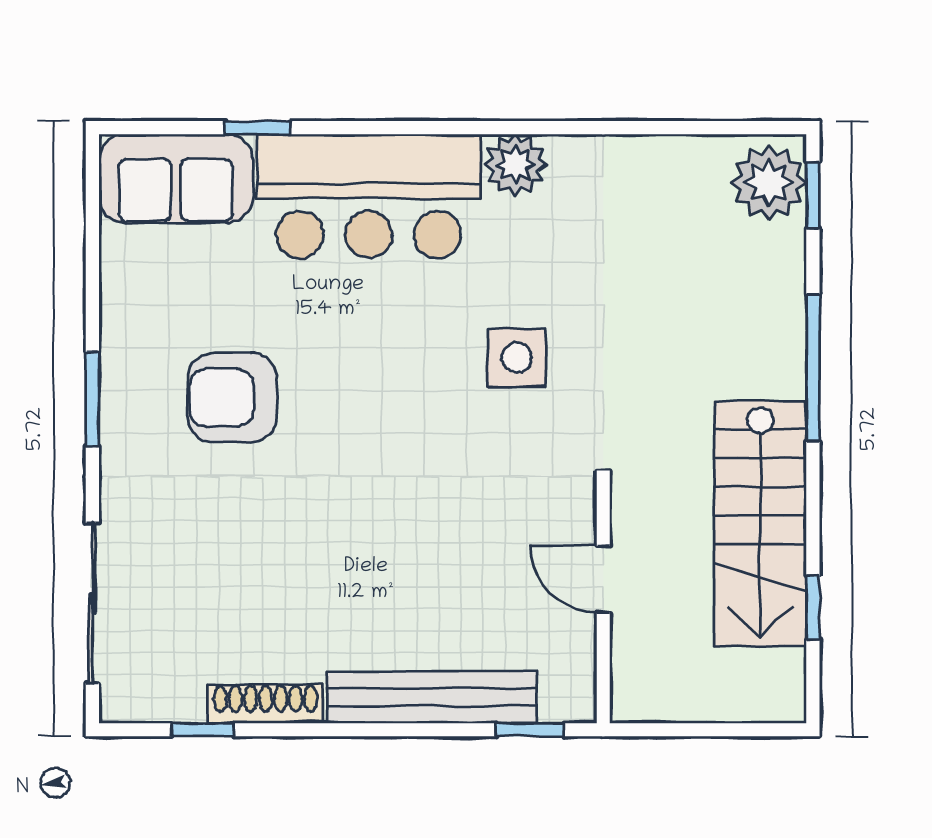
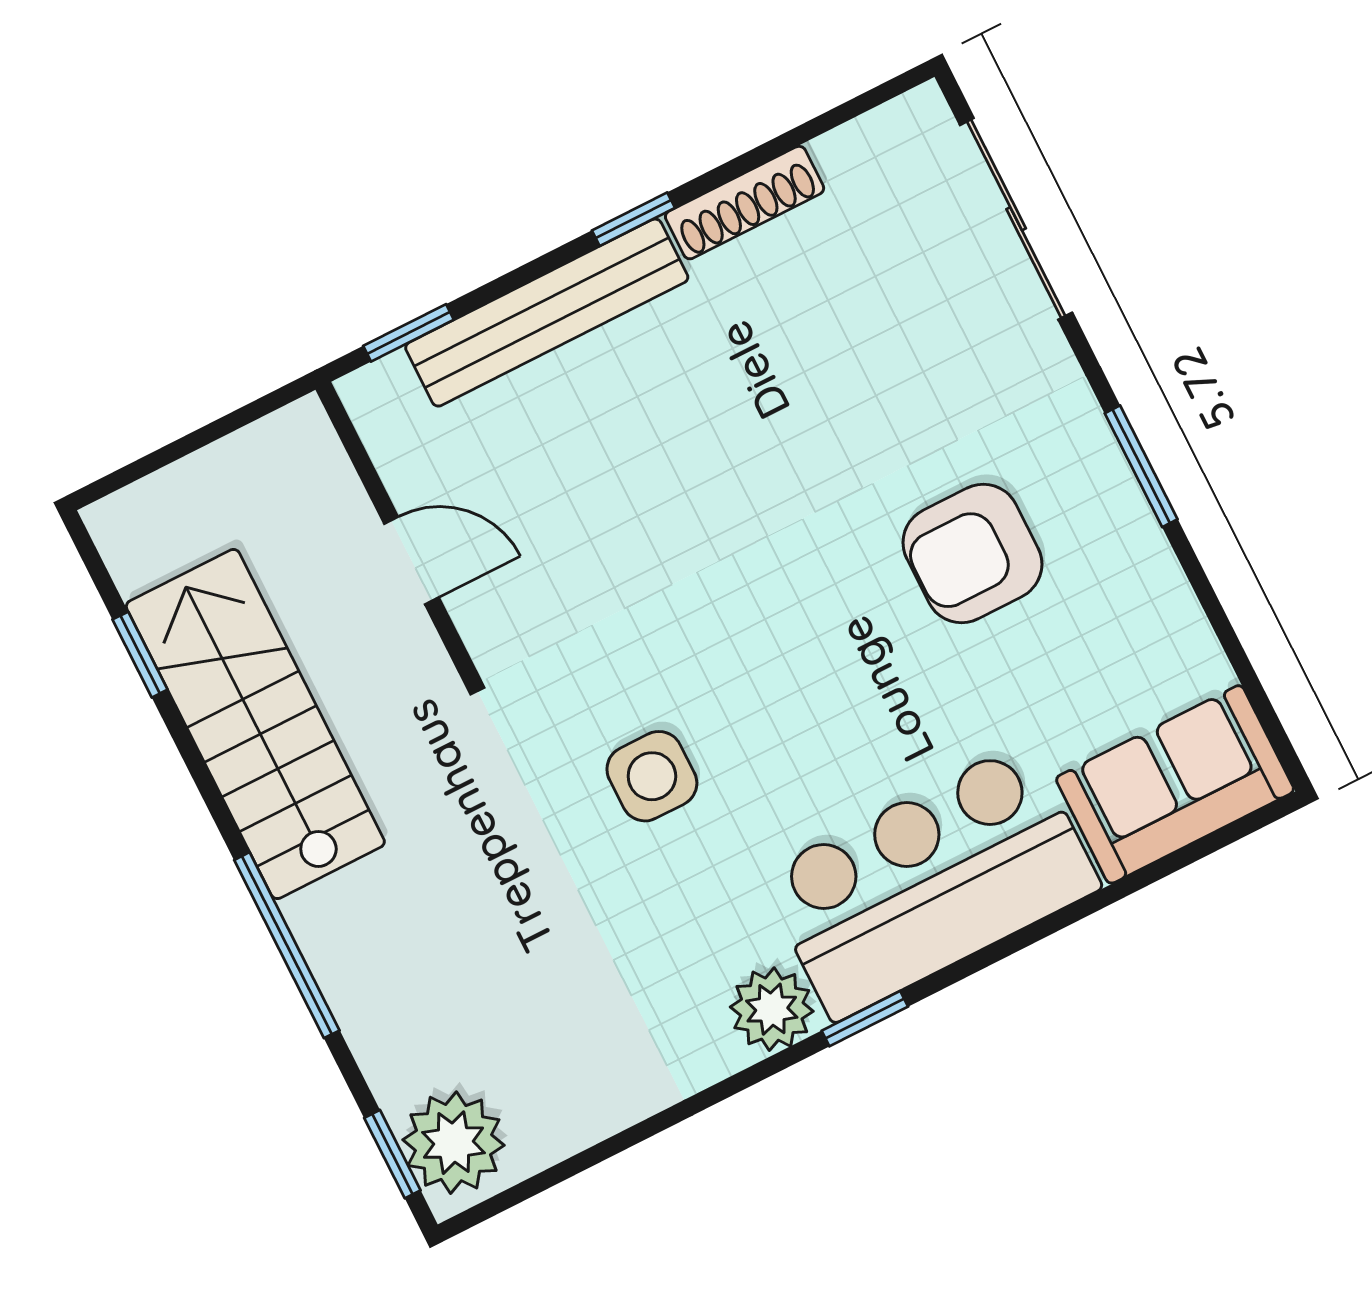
window: (257, 128) -> (865, 1019), moved
armchair: (232, 398) -> (972, 554), turned 180
window: (203, 730) -> (633, 219), moved

